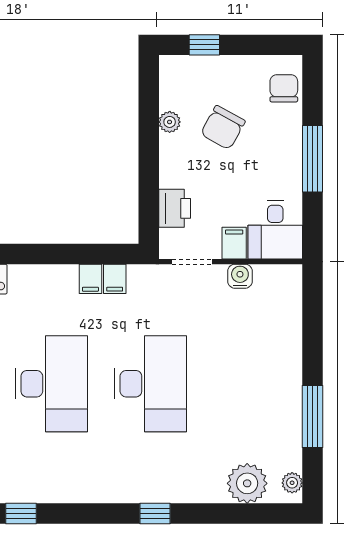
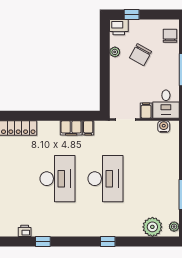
printer: (175, 208) -> (119, 27), moved, turned 90
water cooler: (240, 276) -> (164, 127), moved
filing cabinet: (90, 279) -> (71, 128), width x2.00

